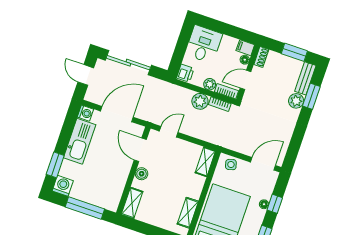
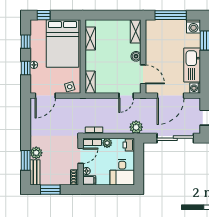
plant: (200, 101) -> (136, 127), moved

